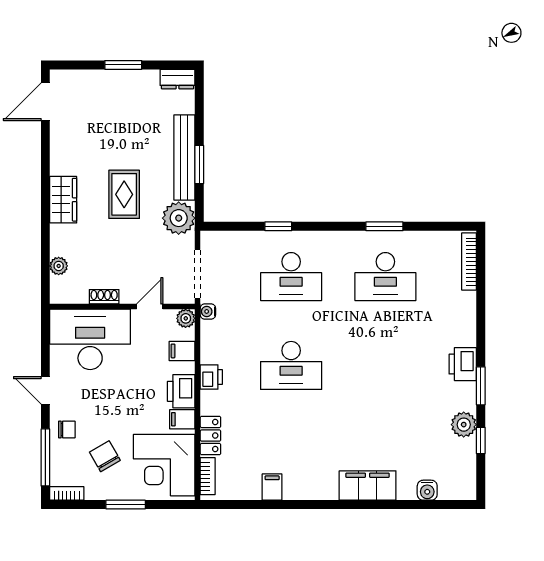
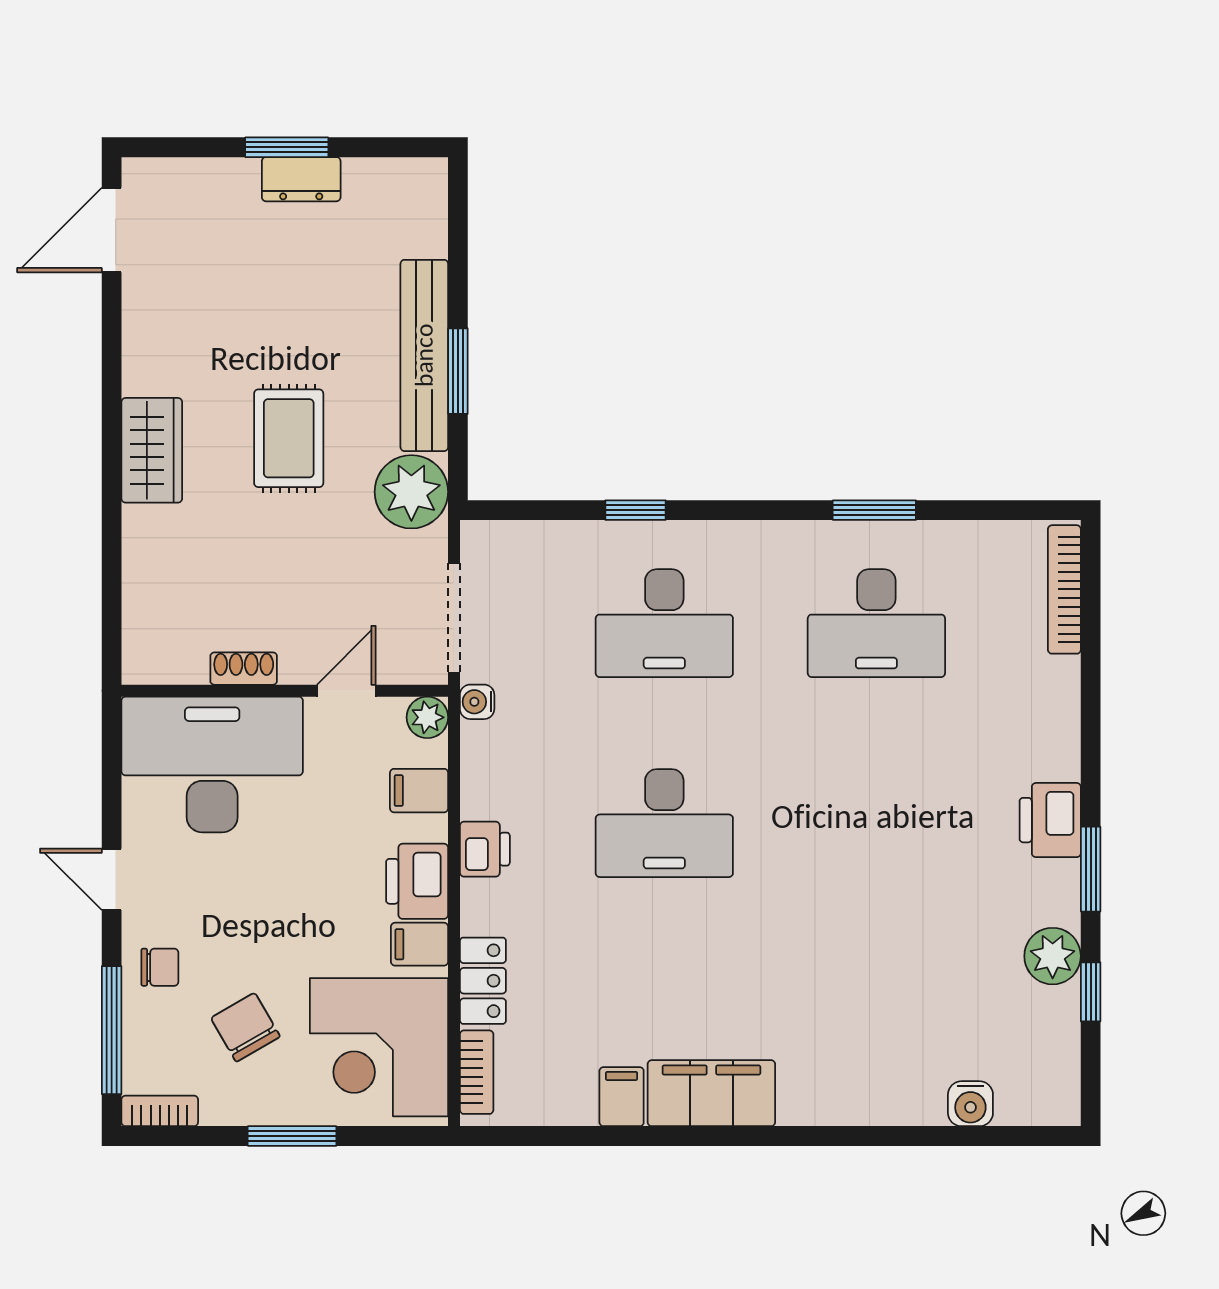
dresser: (177, 79) -> (301, 179), moved
plant: (59, 266) -> (141, 599), removed
filing cabinet: (368, 485) -> (711, 1093), moved

